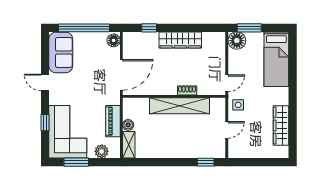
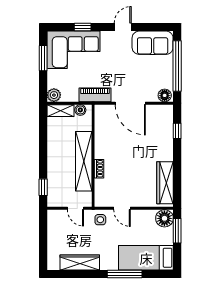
wardrobe: (180, 40) -> (165, 183), moved
window: (293, 81) -> (125, 274), added
shoe rack: (187, 90) -> (99, 169), moved
wall: (174, 96) -> (93, 156), moved
shelving: (180, 106) -> (84, 161), moved
piano: (113, 121) -> (95, 95), moved
plant: (102, 151) -> (54, 95), moved

